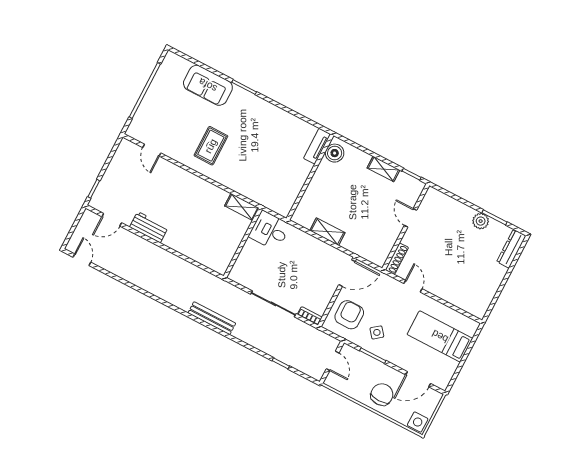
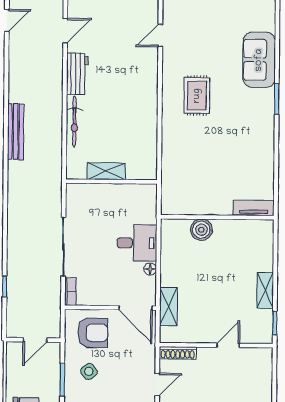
rug: (211, 146) -> (197, 96), turned 90
boiler: (335, 153) -> (201, 230), moved
shelving: (242, 207) -> (106, 171), moved, turned 90
door: (112, 220) -> (65, 31), swing flipped
desk: (270, 231) -> (137, 243), moved, turned 90
shelving: (327, 232) -> (168, 307), moved
floor lamp: (323, 247) -> (150, 269), added
bicycle: (184, 248) -> (74, 122), added
bench: (212, 318) -> (16, 132), moved

